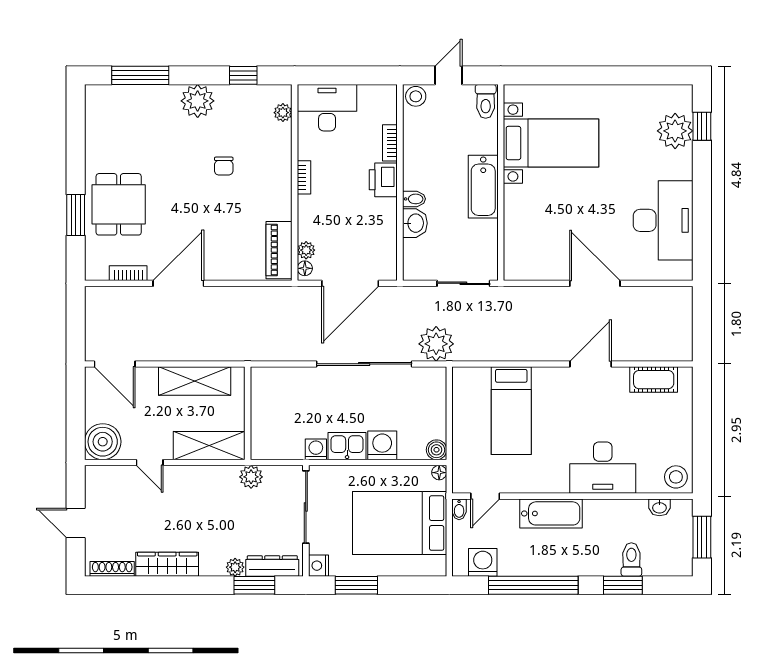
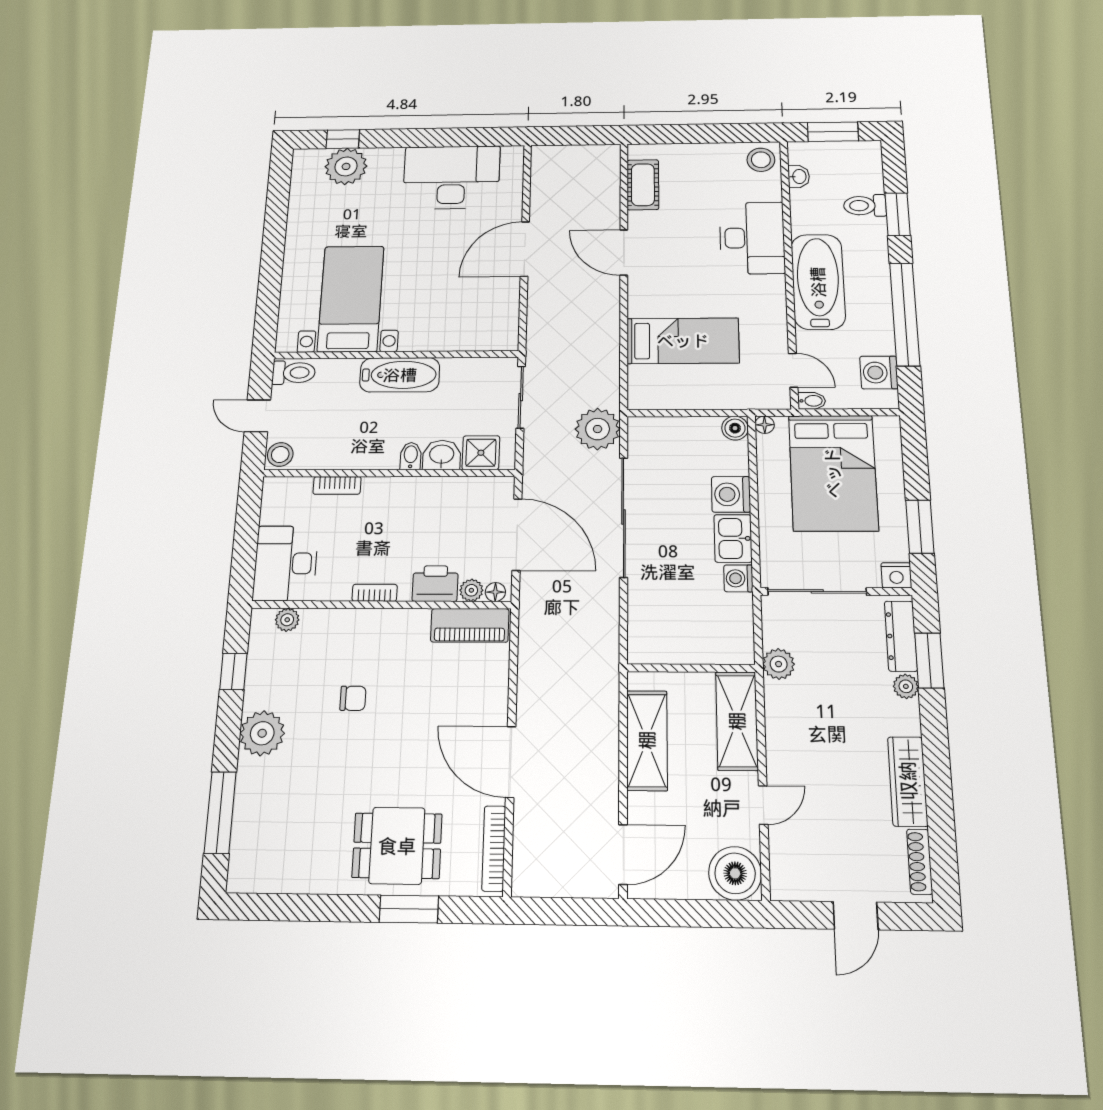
printer: (383, 180) -> (435, 584), moved, turned 180
shower: (417, 254) -> (481, 453), added
bookcase: (128, 273) -> (494, 848), width x1.56
bathtub: (551, 513) -> (818, 282), width x1.36, depth x1.36

